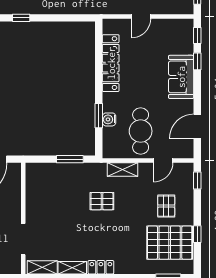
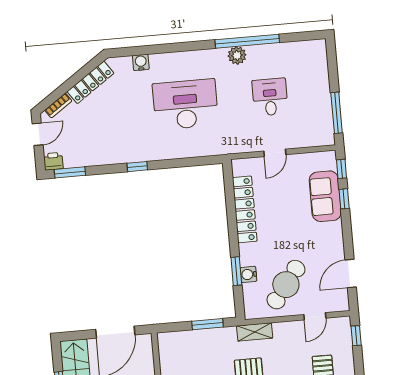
sofa: (181, 77) -> (325, 196), moved
cafe table: (141, 131) -> (286, 285), turned 37
shelving: (122, 170) -> (255, 332), moved

